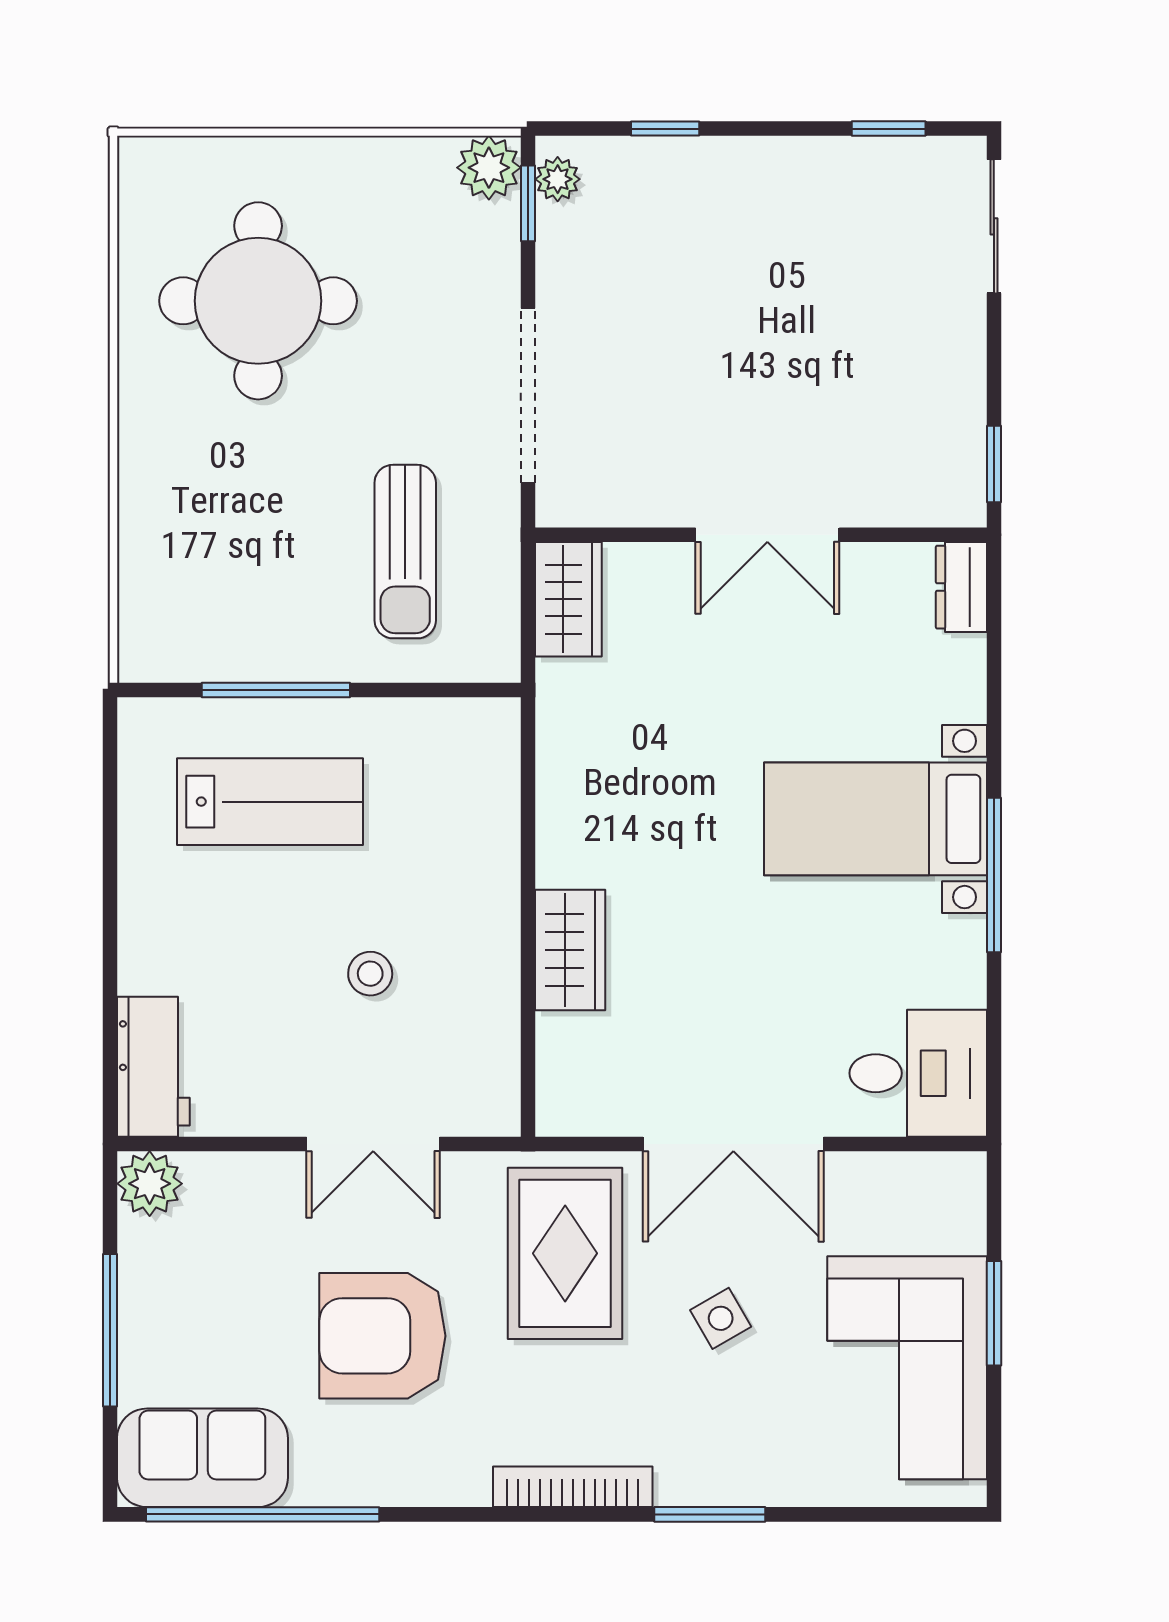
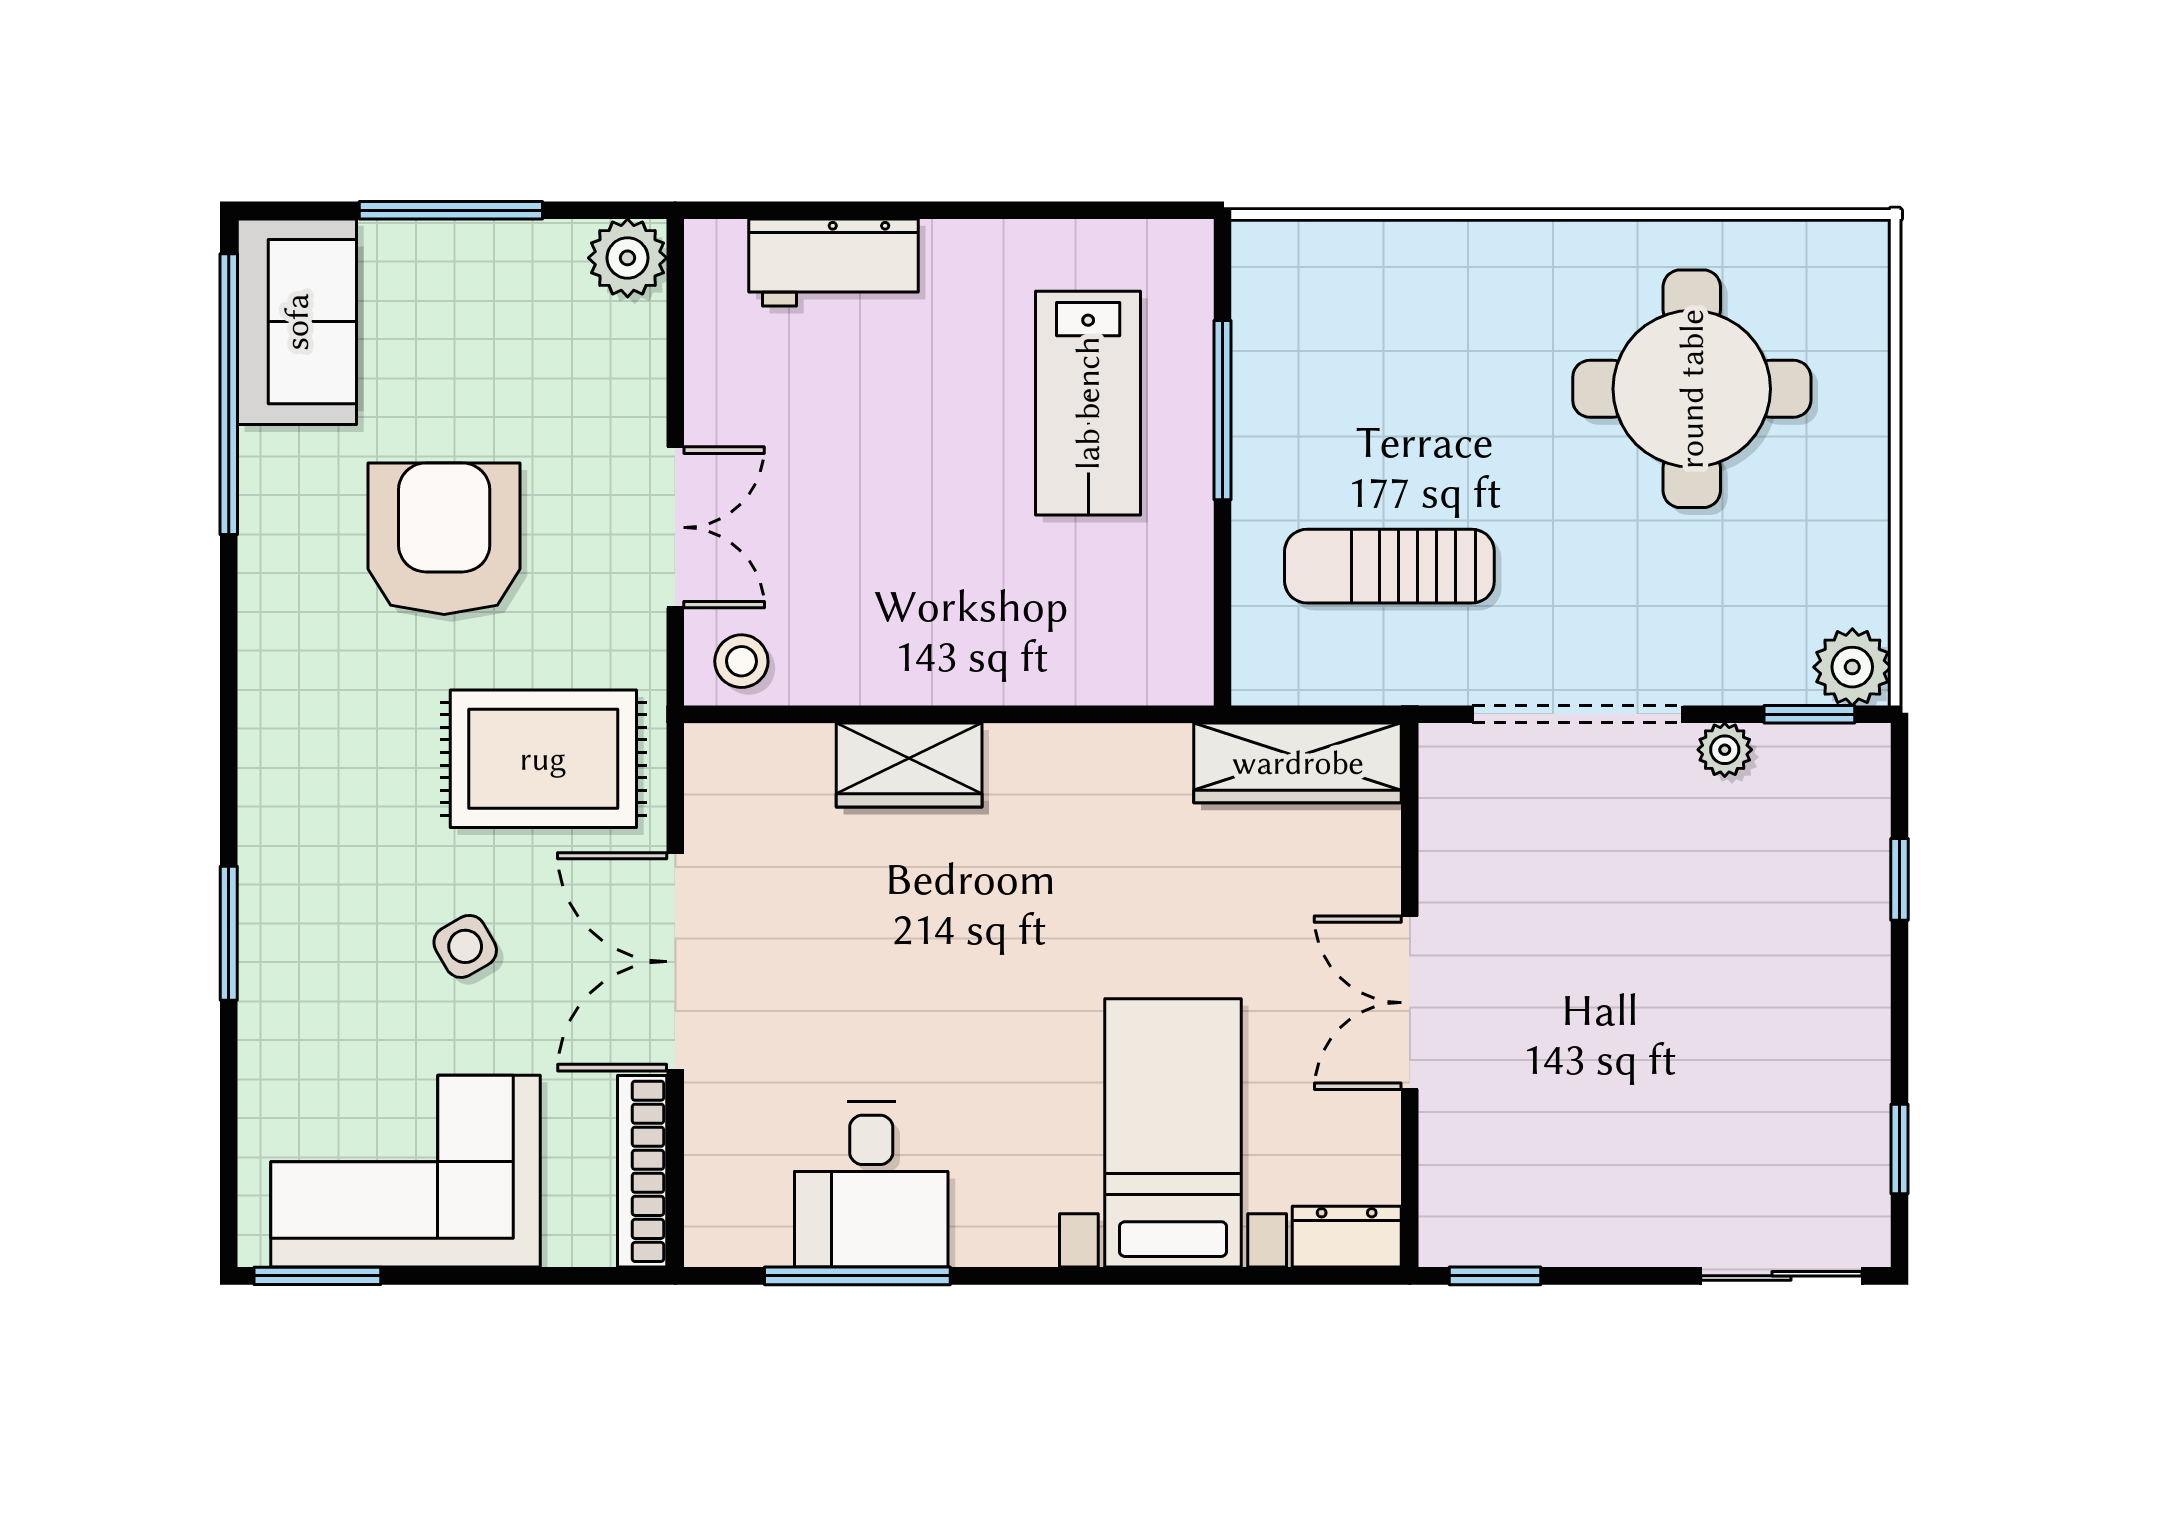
plant: (558, 179) -> (1725, 750), moved
wardrobe: (568, 599) -> (1298, 763), width x1.50
bed with nightstands: (875, 819) -> (1173, 1133), moved
window: (994, 875) -> (857, 1276), moved
stool: (370, 974) -> (741, 661), moved
workbench: (153, 1067) -> (834, 262), moved
desk: (918, 1073) -> (871, 1185), moved
double door: (373, 1144) -> (675, 527), swing flipped
window: (994, 1313) -> (317, 1276), moved
bookcase: (573, 1487) -> (642, 1171), moved, turned 180

